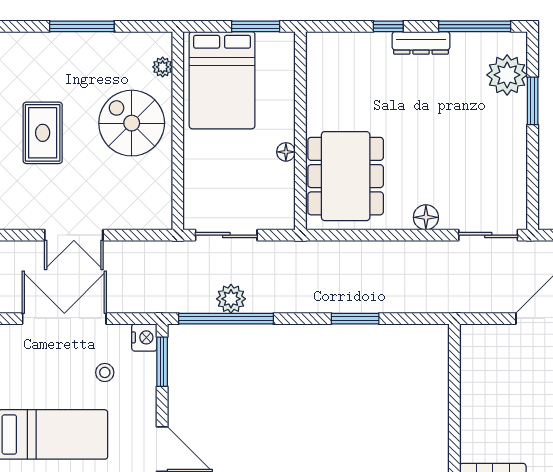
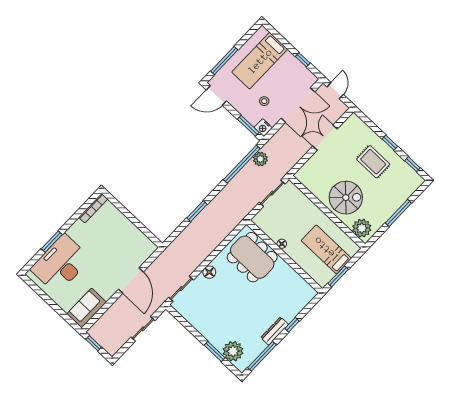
plant: (163, 67) -> (362, 228), width x1.88, depth x1.88
bed: (222, 80) -> (326, 249), width x0.67
plant: (231, 299) -> (260, 159), moved

